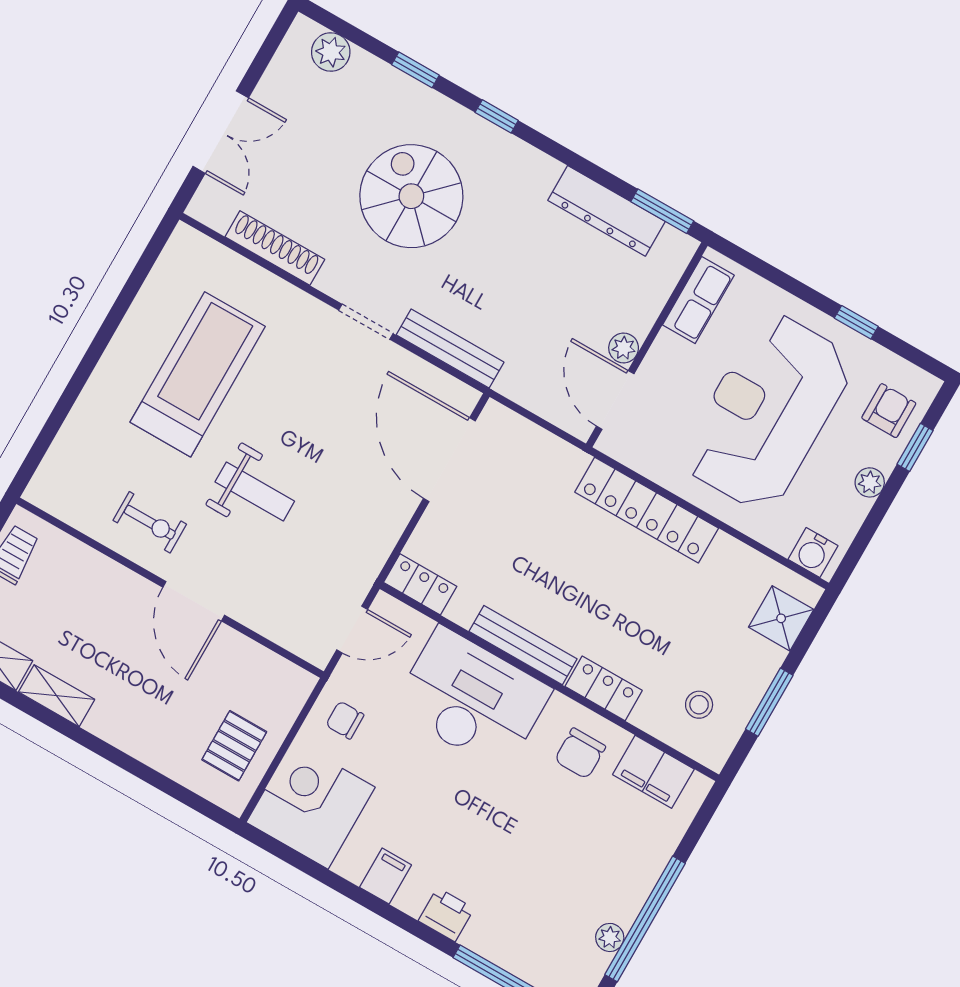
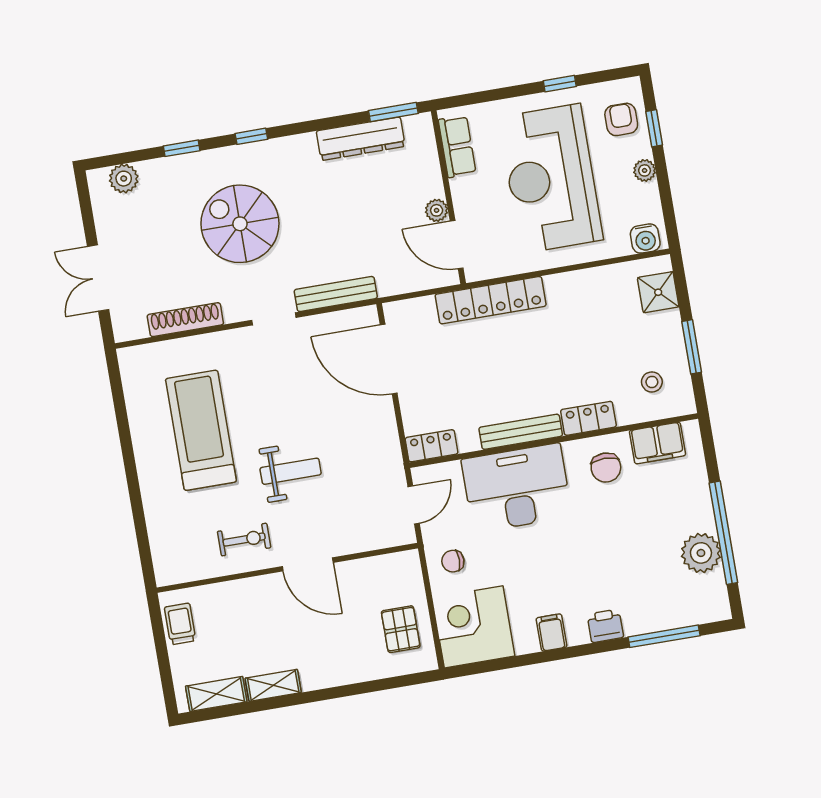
double door: (221, 132) -> (98, 278), swing flipped
locker: (647, 510) -> (491, 300), moved
plant: (610, 937) -> (701, 553), width x1.87, depth x1.87

